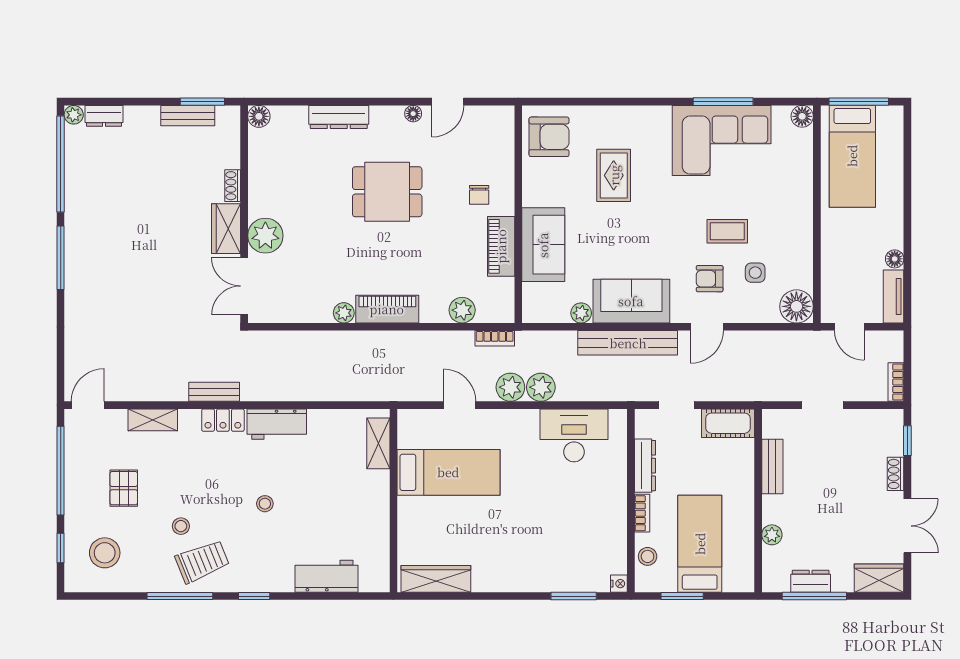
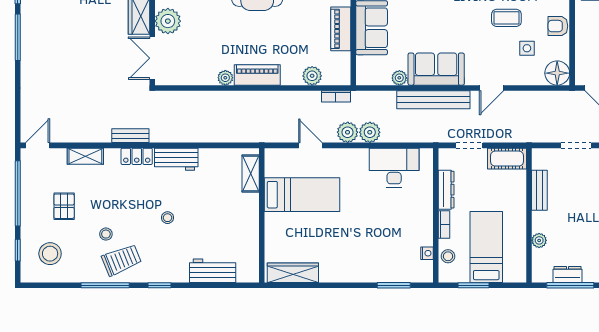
armchair: (710, 279) -> (558, 26), moved
nightstand: (619, 584) -> (427, 253), moved

